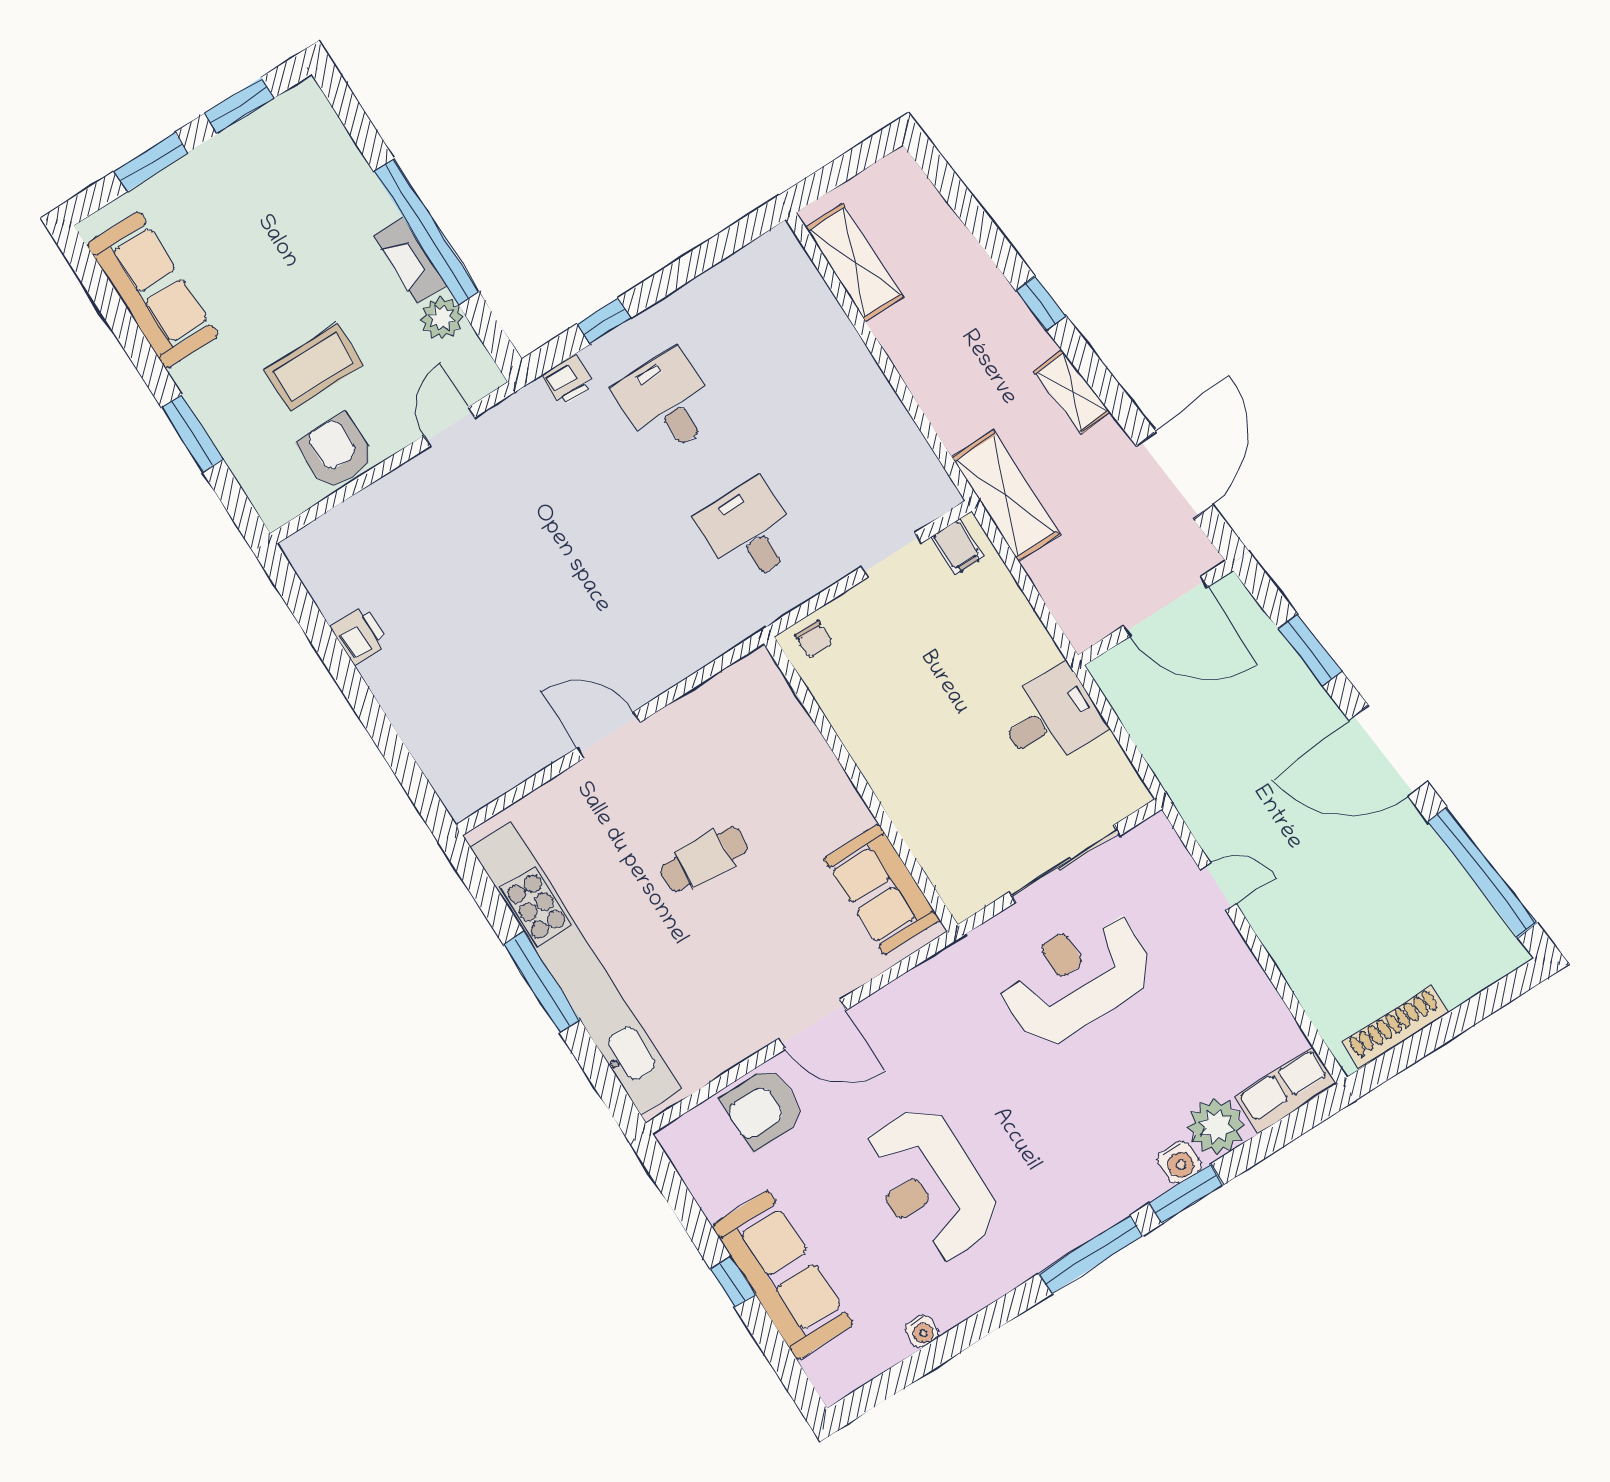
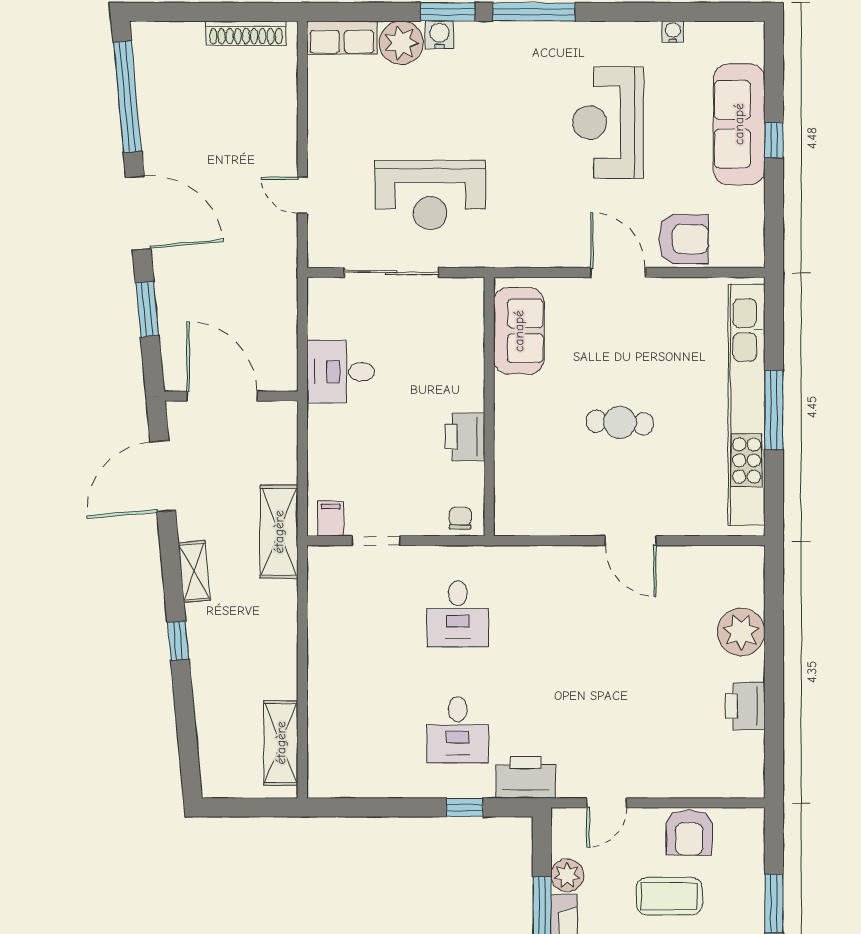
printer: (568, 380) -> (526, 777), width x1.87, depth x1.48
printer: (360, 635) -> (745, 706), width x1.36, depth x1.24
plant: (421, 712) -> (741, 632), added
printer: (866, 733) -> (465, 437), added
reception desk: (930, 1184) -> (608, 122), turned 180

